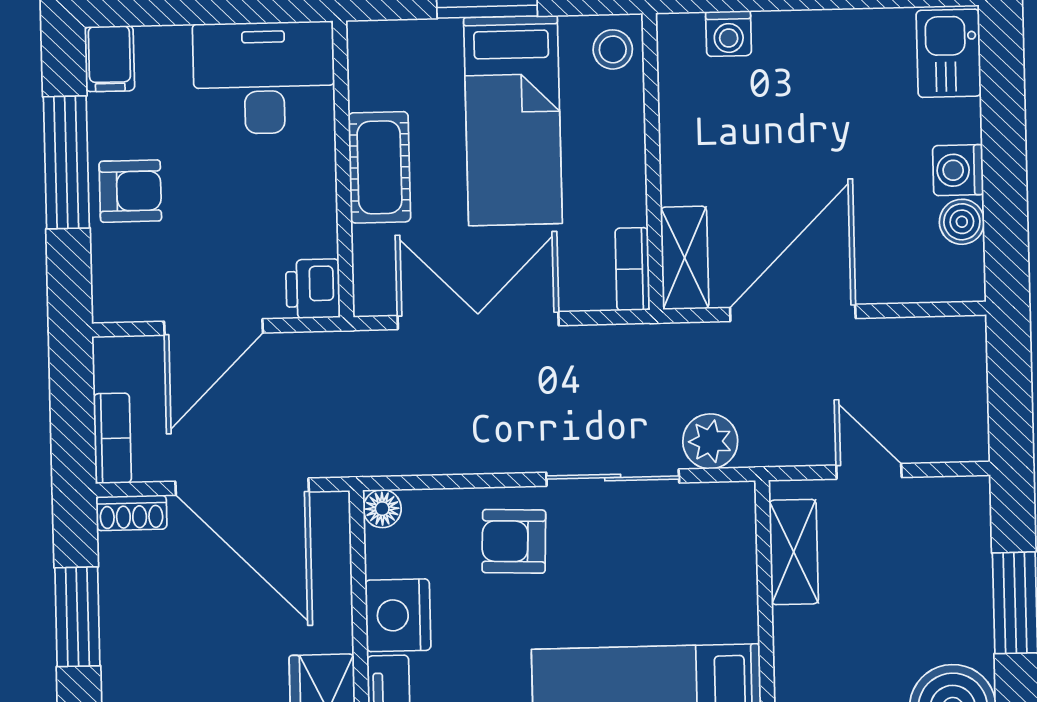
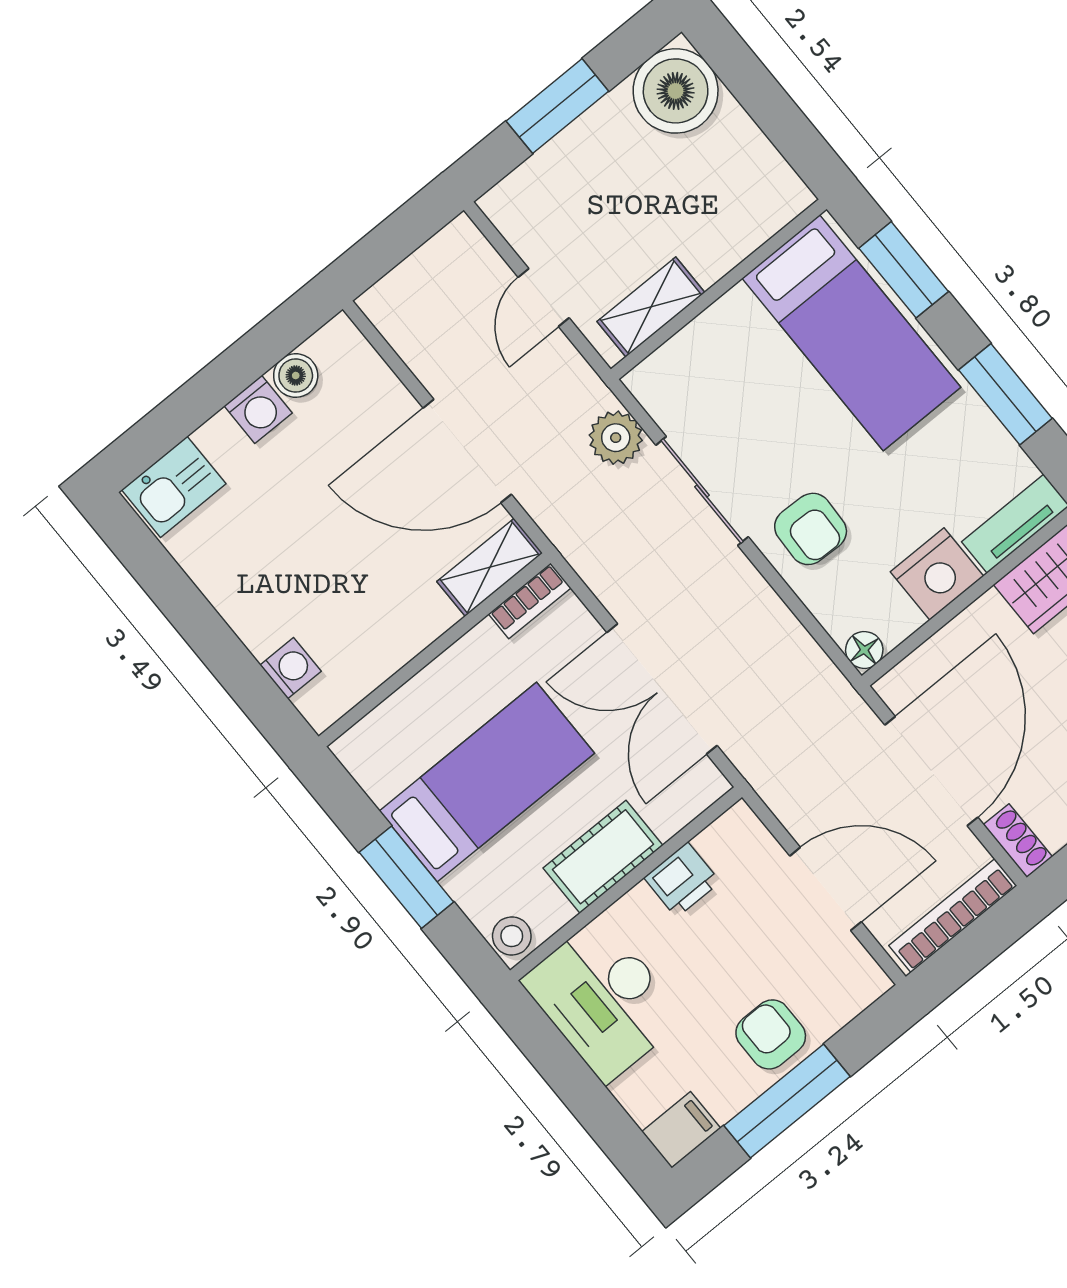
stool: (613, 49) -> (512, 936), moved
printer: (313, 289) -> (682, 880), moved
bookcase: (112, 438) -> (953, 916), width x1.56

